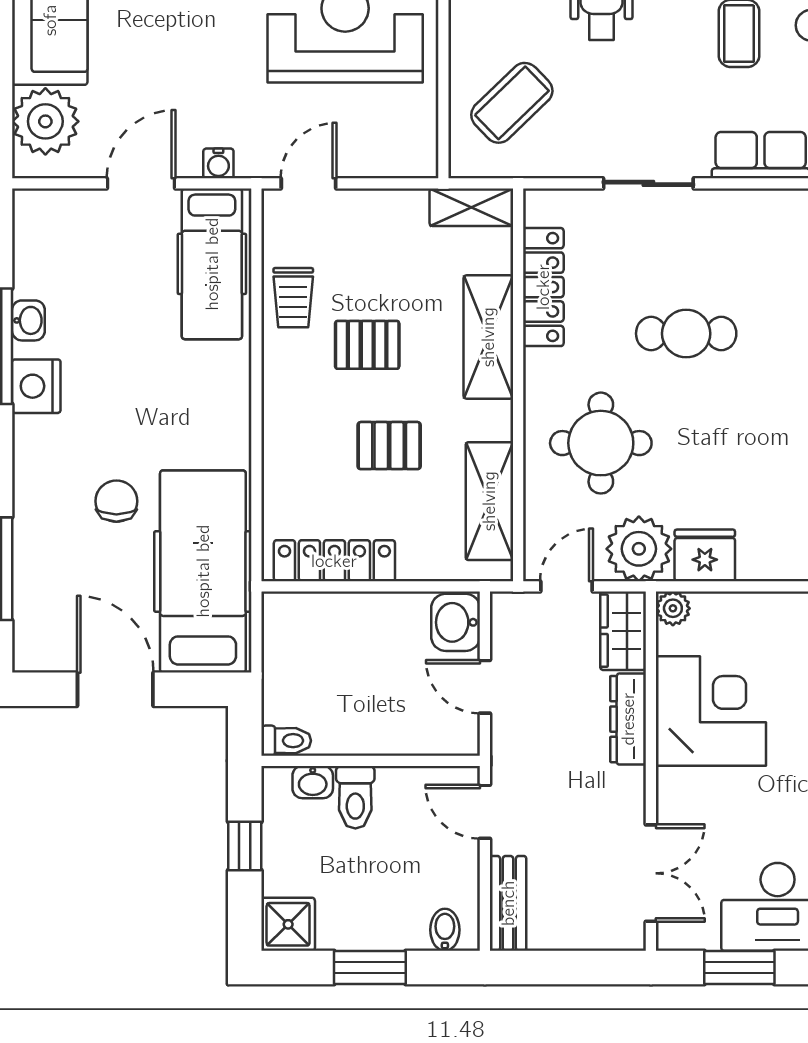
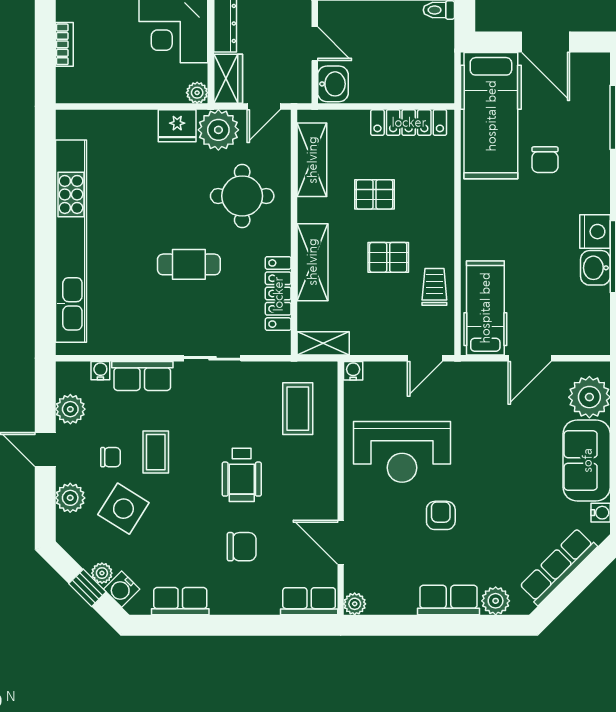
coffee table: (512, 103) -> (298, 409), turned -46
water cooler: (218, 163) -> (353, 371), moved
washbasin: (28, 320) -> (595, 268), width x1.38, depth x1.45

